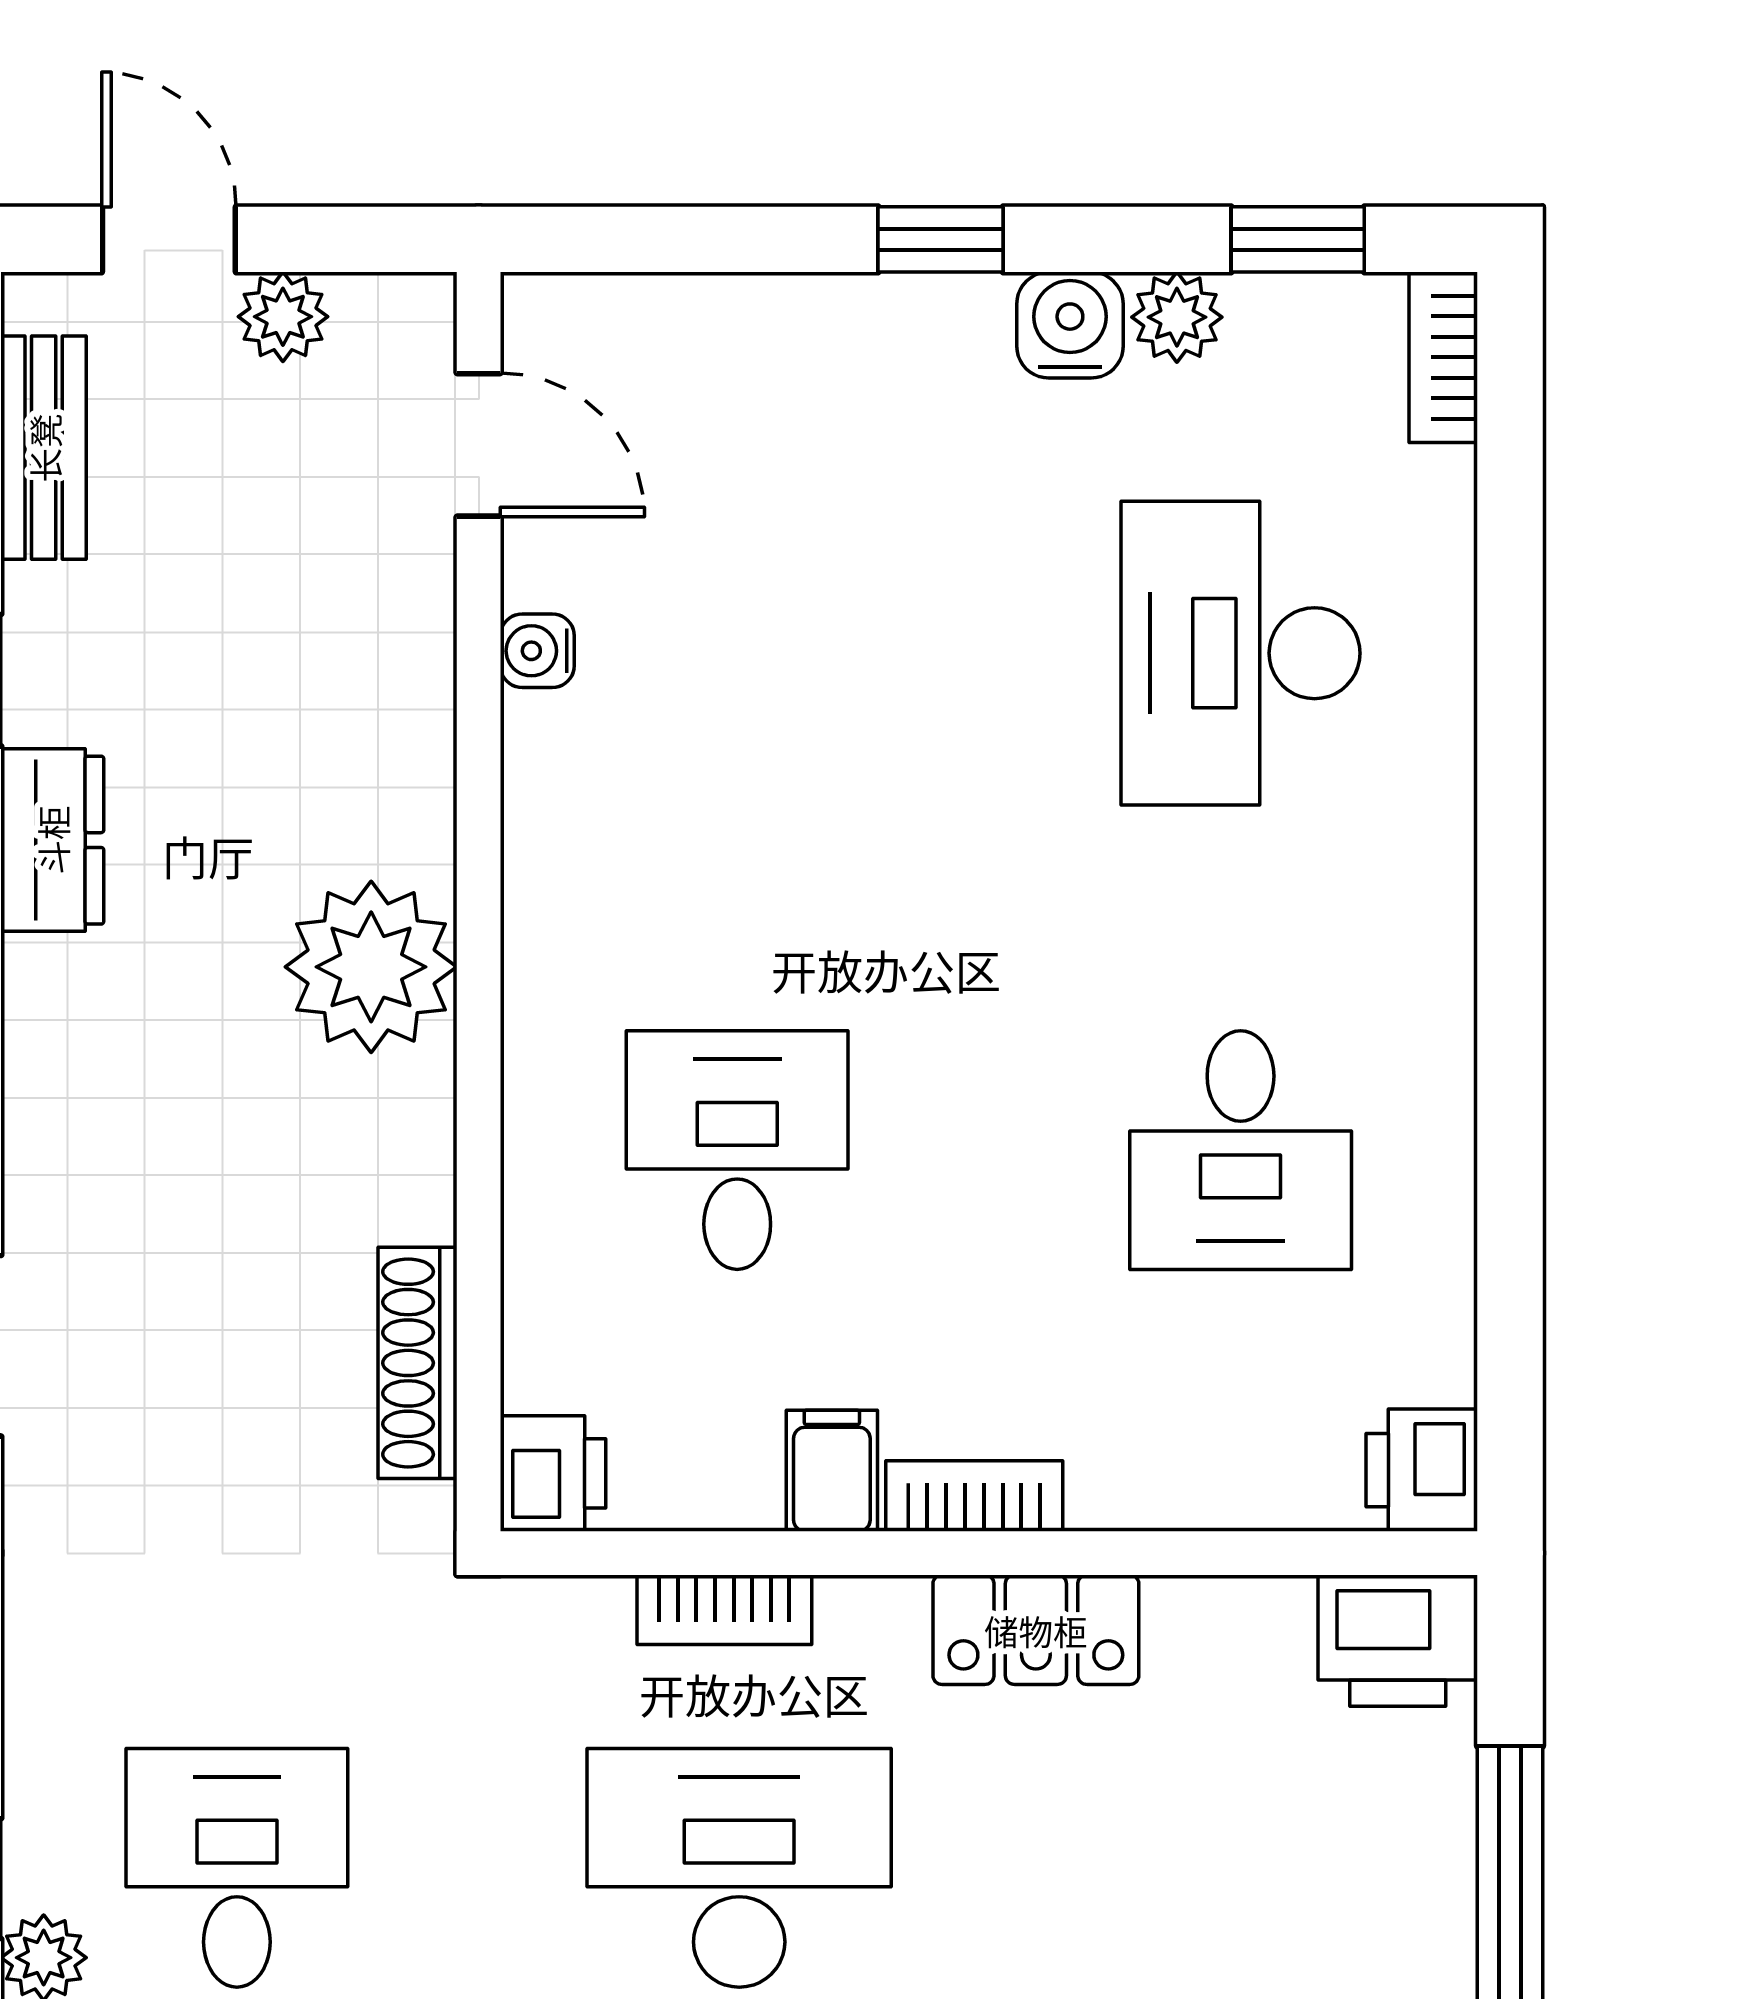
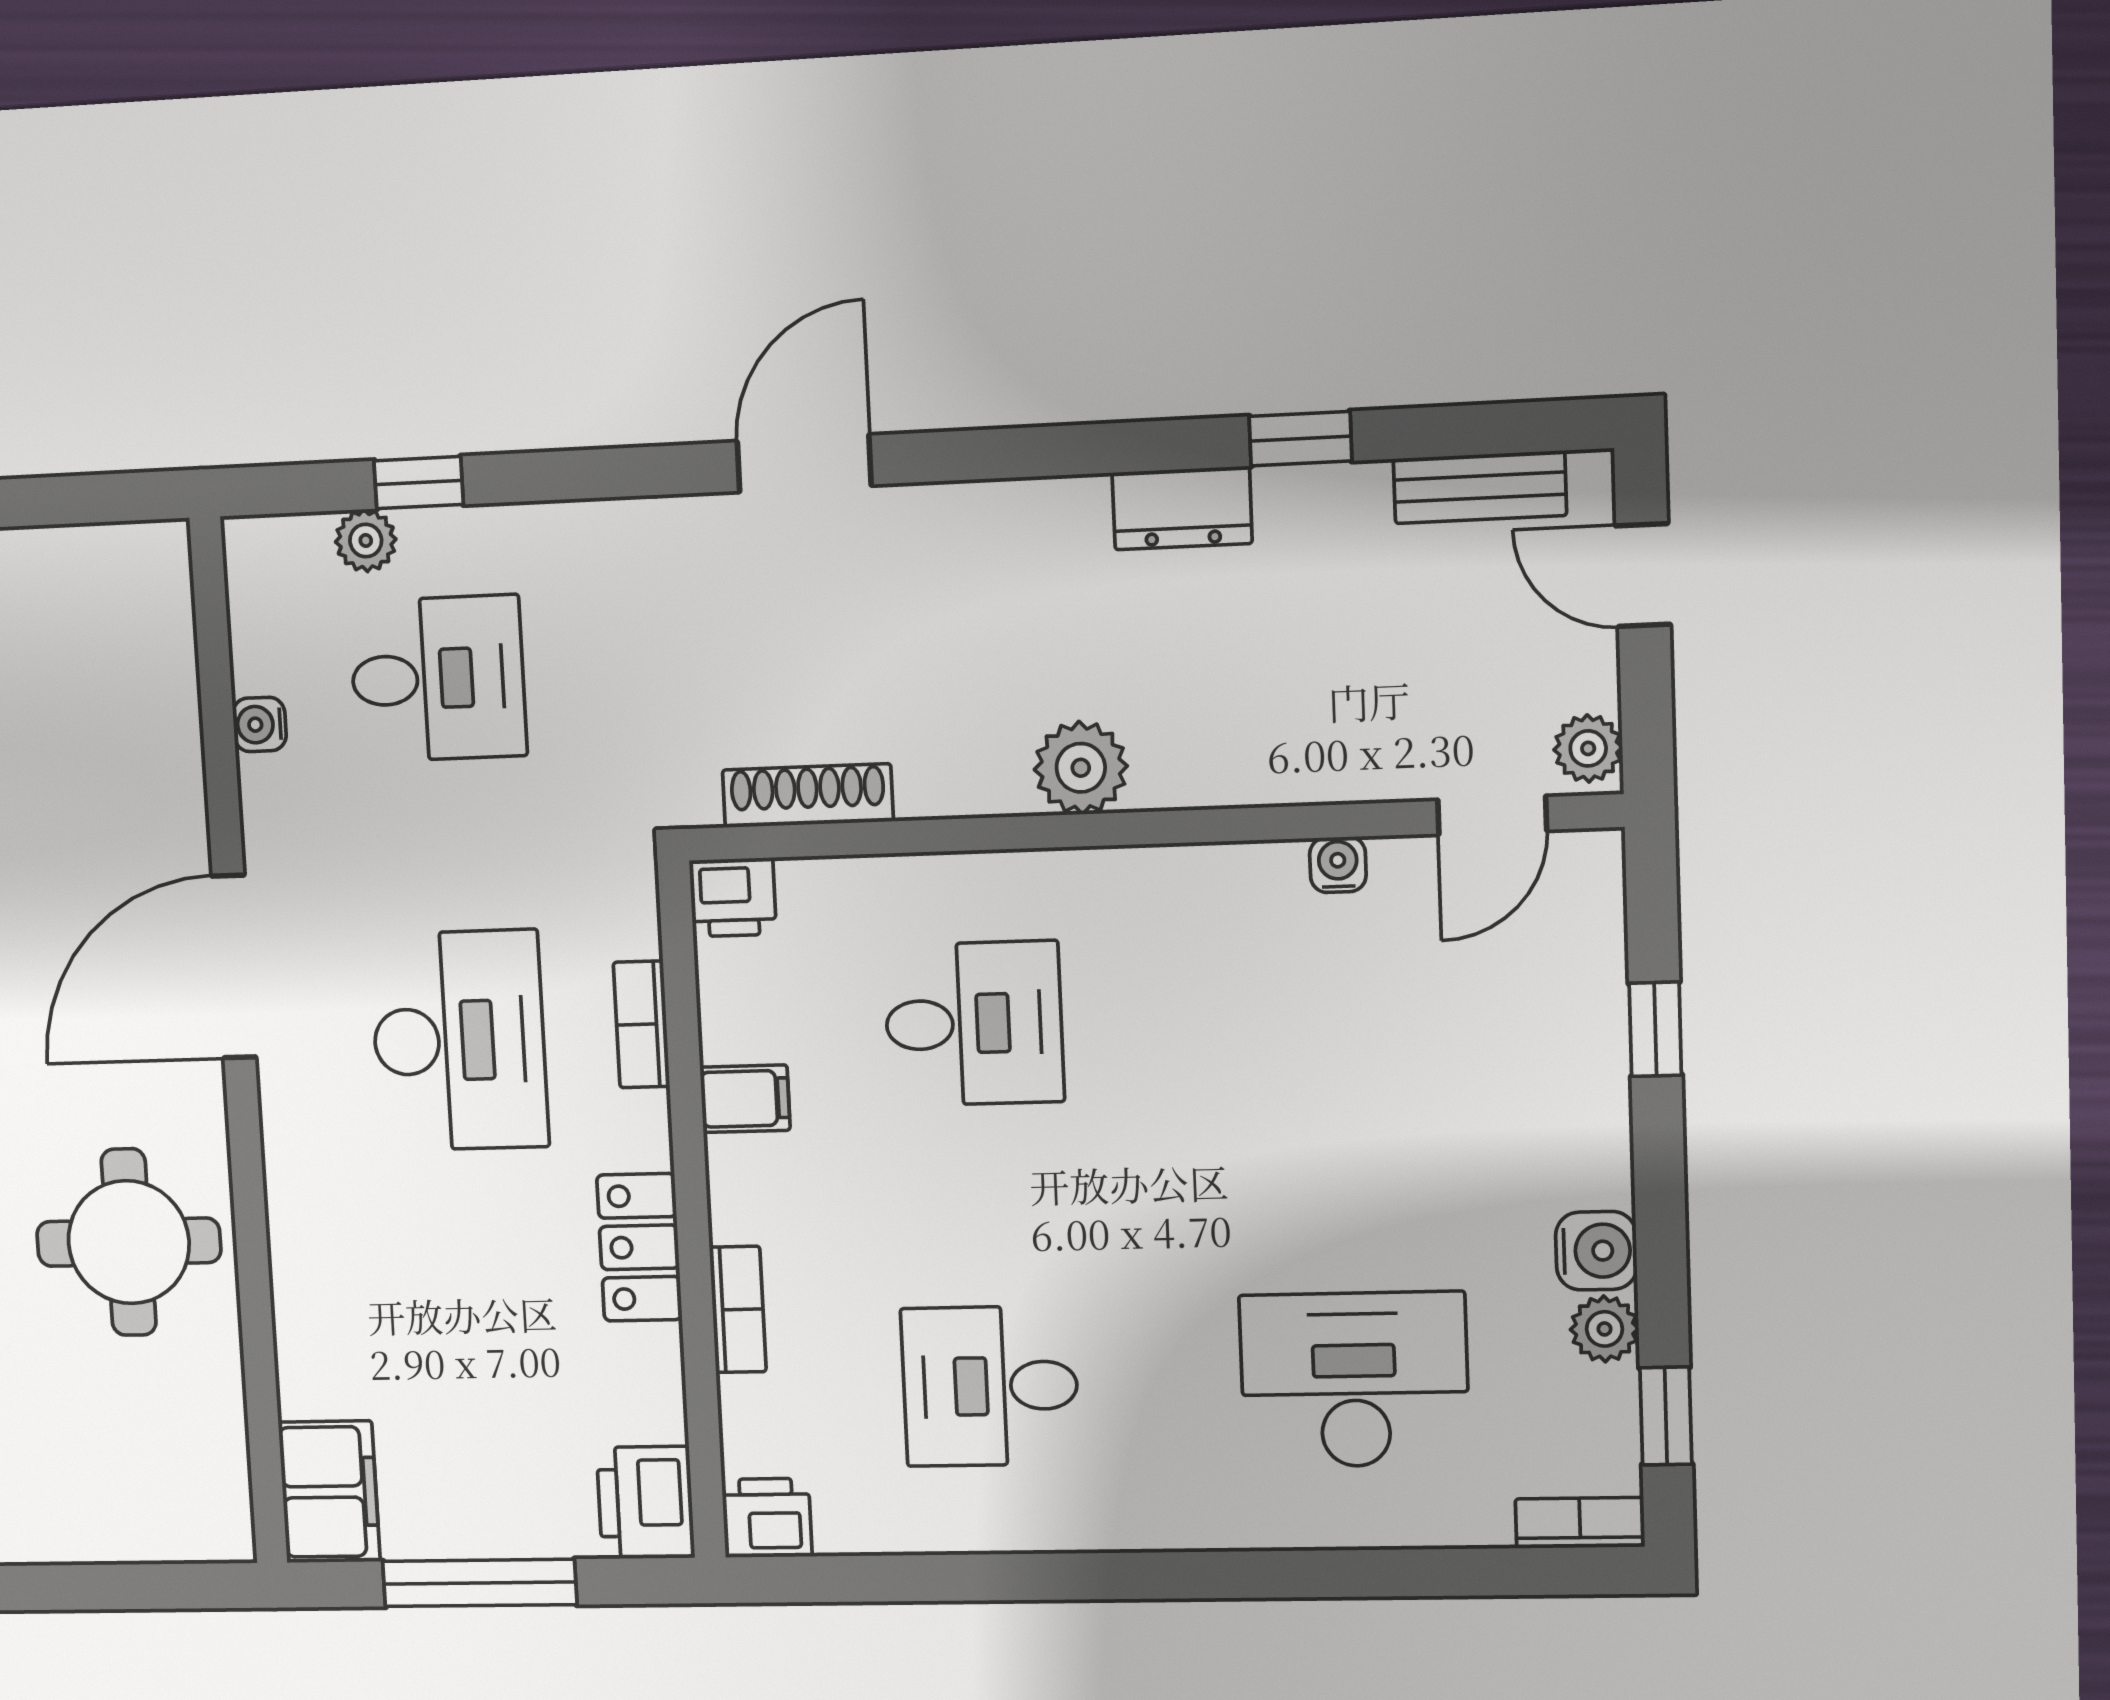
door: (169, 239) -> (1643, 575), swing flipped
window: (941, 239) -> (1655, 1029), moved
plant: (283, 317) -> (1588, 748), moved
plant: (371, 967) -> (1081, 768), width x0.73, depth x0.73
bookcase: (974, 1496) -> (738, 1309), moved

